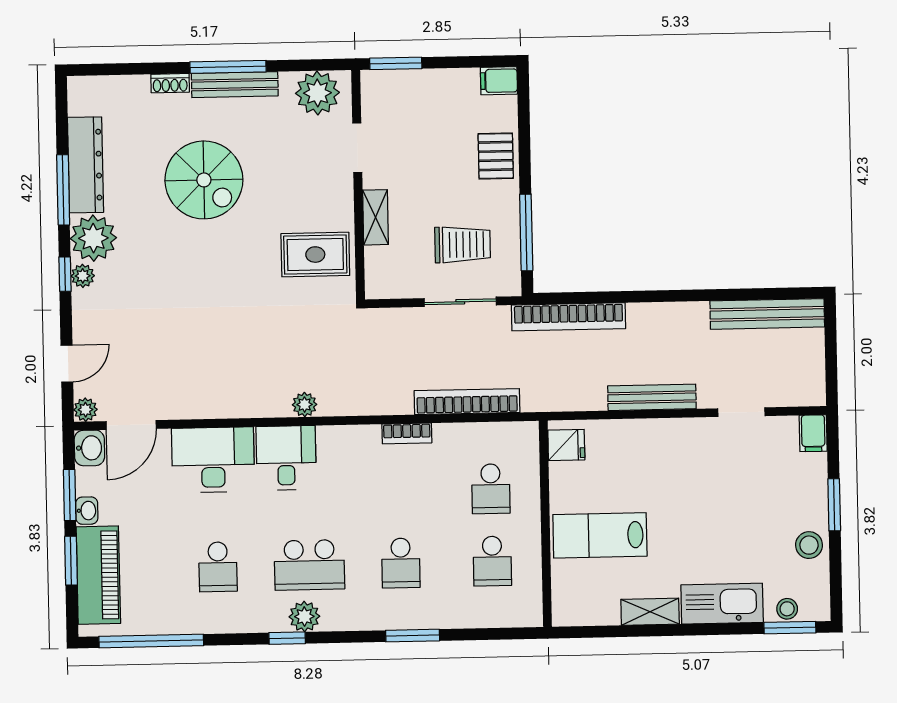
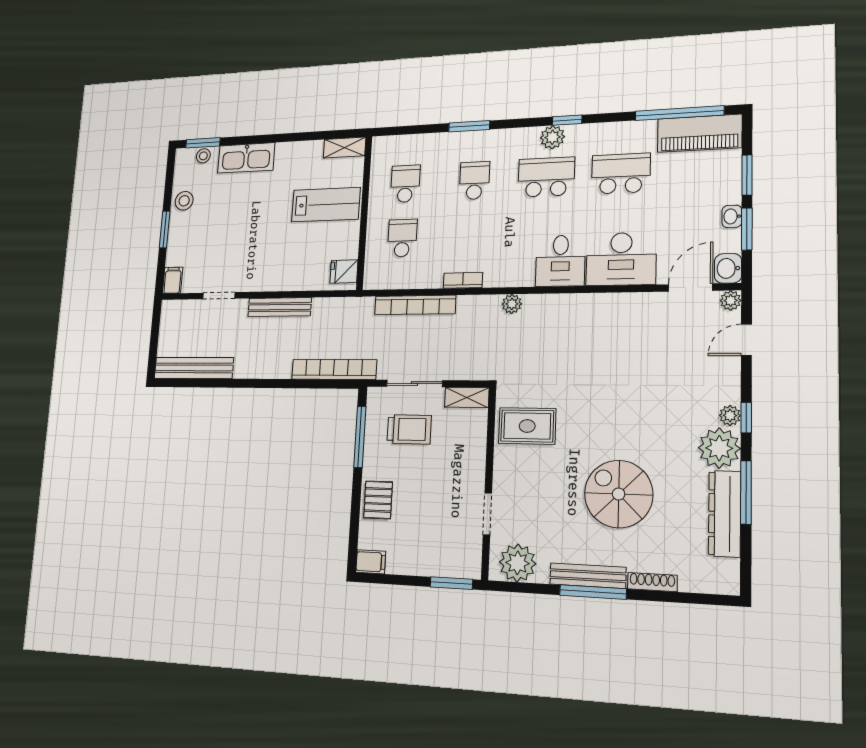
shoe rack: (170, 83) -> (652, 582), width x1.43
shelving: (376, 217) -> (467, 397), moved, turned 90
trolley: (463, 245) -> (409, 429), turned 180
plant: (305, 405) -> (512, 304), moved
school desk: (218, 567) -> (621, 174), width x1.85
piano: (98, 575) -> (700, 133), moved, turned -90
shelving: (650, 612) -> (344, 148), moved

